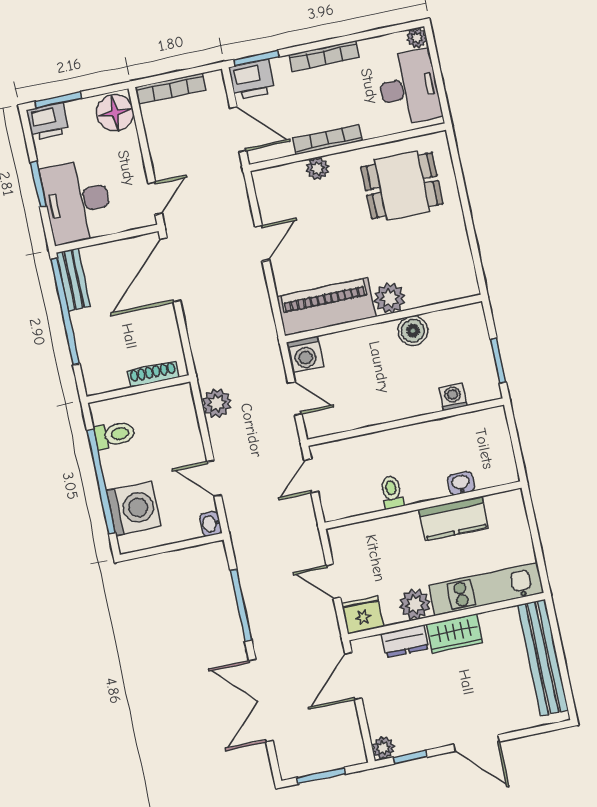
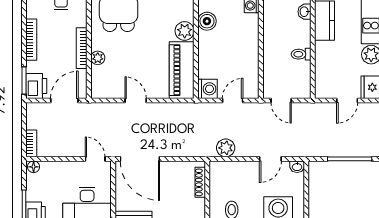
bookcase: (170, 89) -> (31, 143), width x0.64
floor lamp: (115, 113) -> (34, 167), width x0.53, depth x0.53

